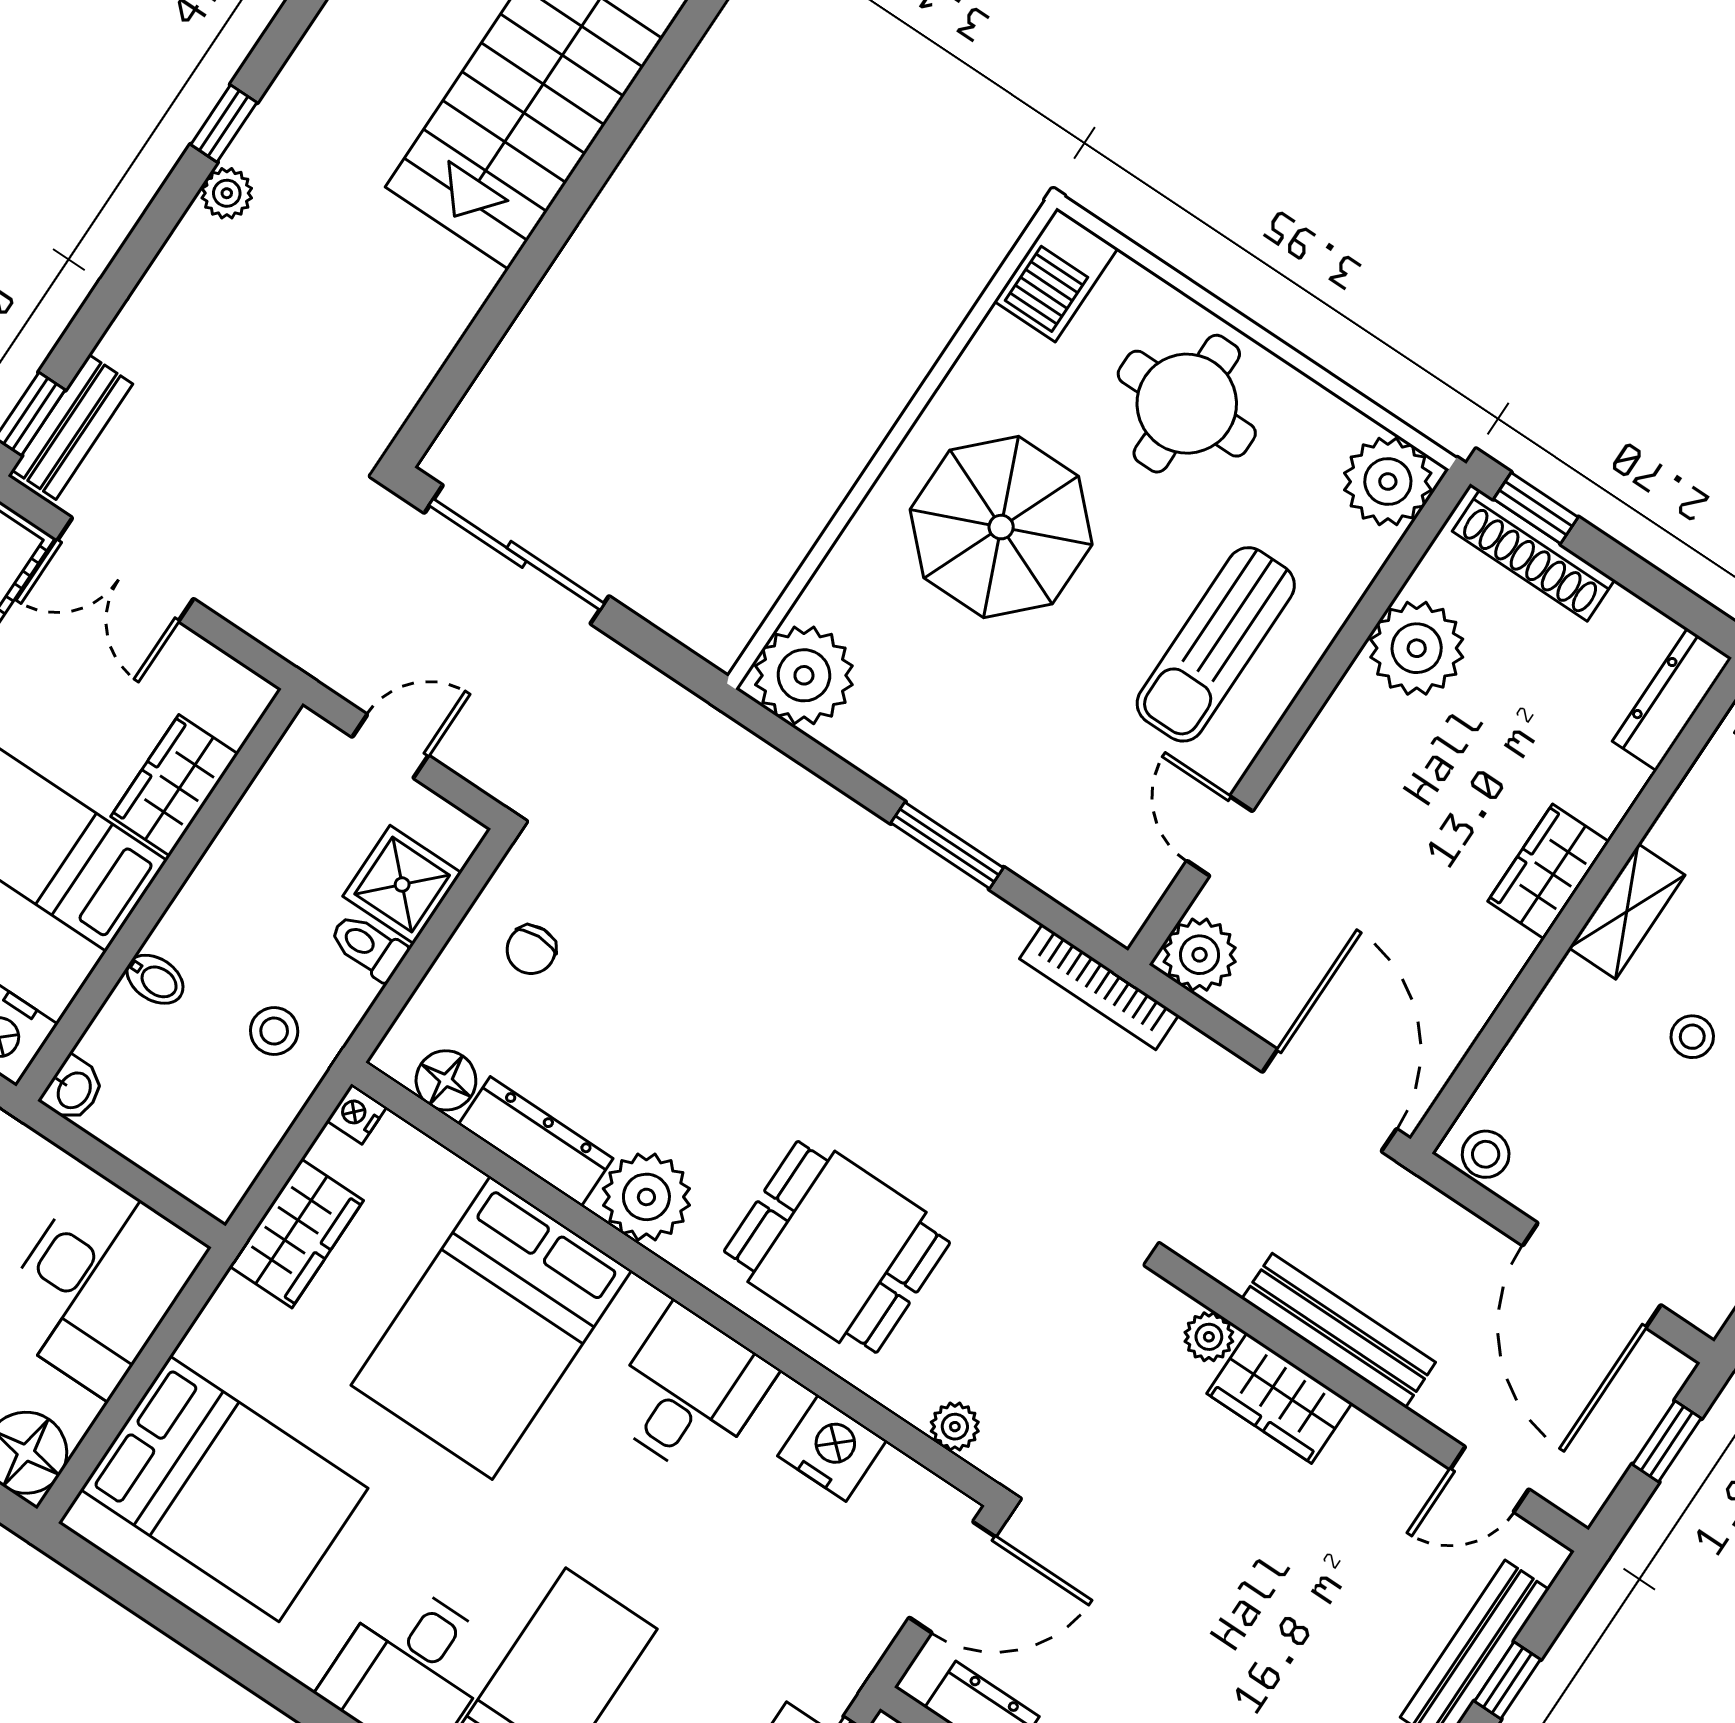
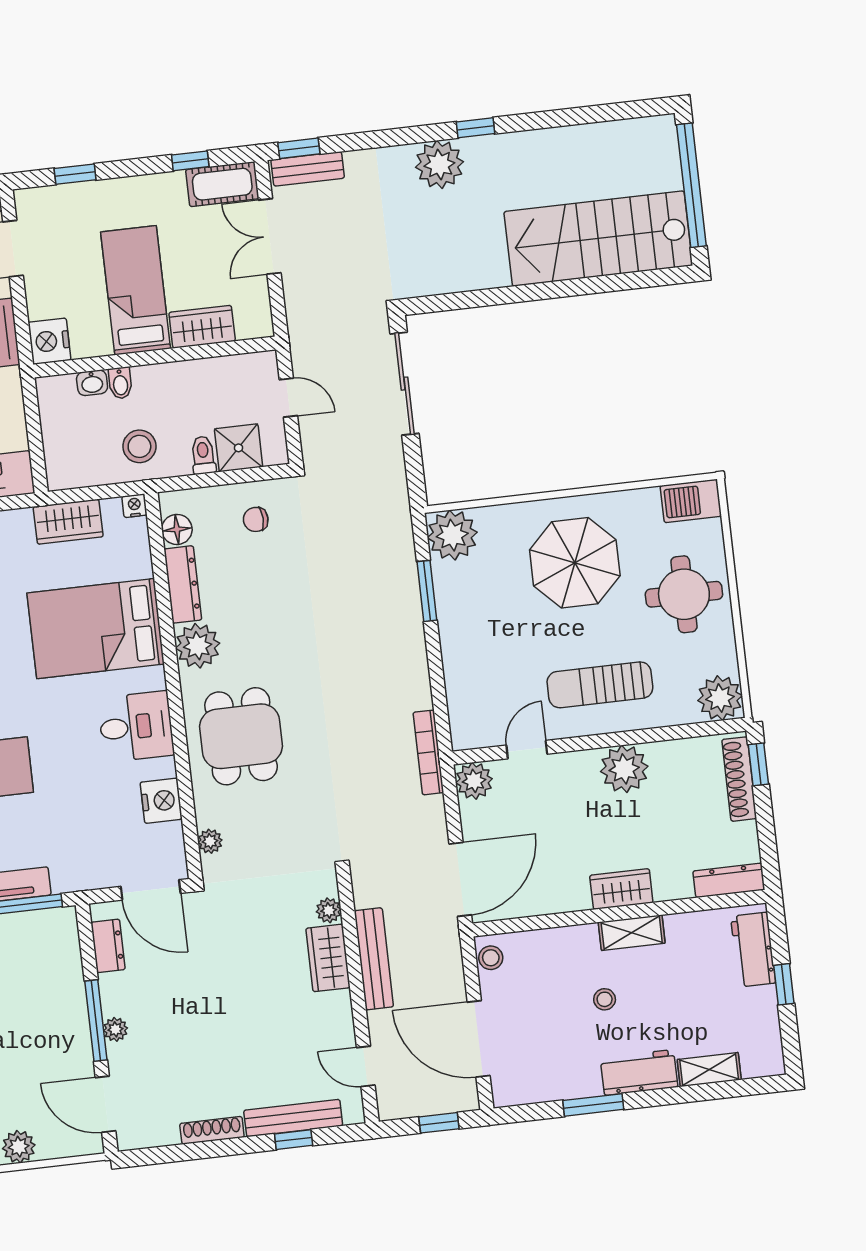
plant: (227, 193) -> (439, 164), width x1.87, depth x1.87
plant: (1417, 648) -> (624, 769), moved
window: (947, 845) -> (427, 591), moved
stool: (274, 1031) -> (139, 446), width x1.37, depth x1.37
washbasin: (73, 1090) -> (92, 383), moved
door: (1592, 1275) -> (479, 1039), hinge flipped

